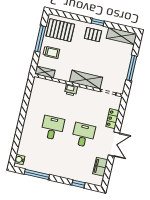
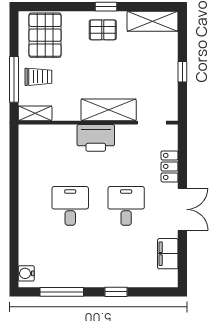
pallet: (60, 30) -> (45, 35), turned 90
window: (40, 39) -> (14, 79), moved
window: (132, 68) -> (182, 72), width x0.46
printer: (71, 90) -> (96, 138), width x1.87, depth x1.48
window: (78, 184) -> (116, 292), moved

